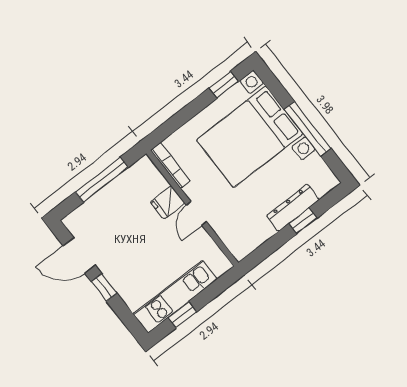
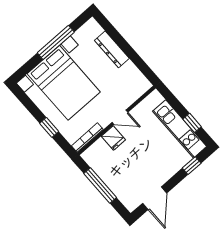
window: (224, 85) -> (49, 127), moved
window: (303, 221) -> (121, 42), removed
window: (104, 287) -> (192, 166), moved

